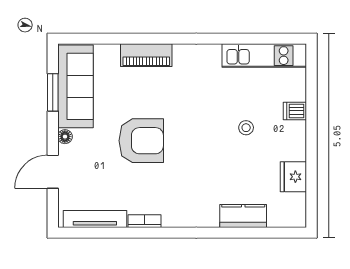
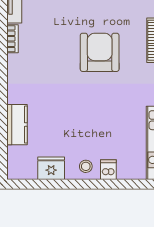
stool: (246, 128) -> (86, 166), moved
armchair: (141, 141) -> (100, 52), moved, turned 180

